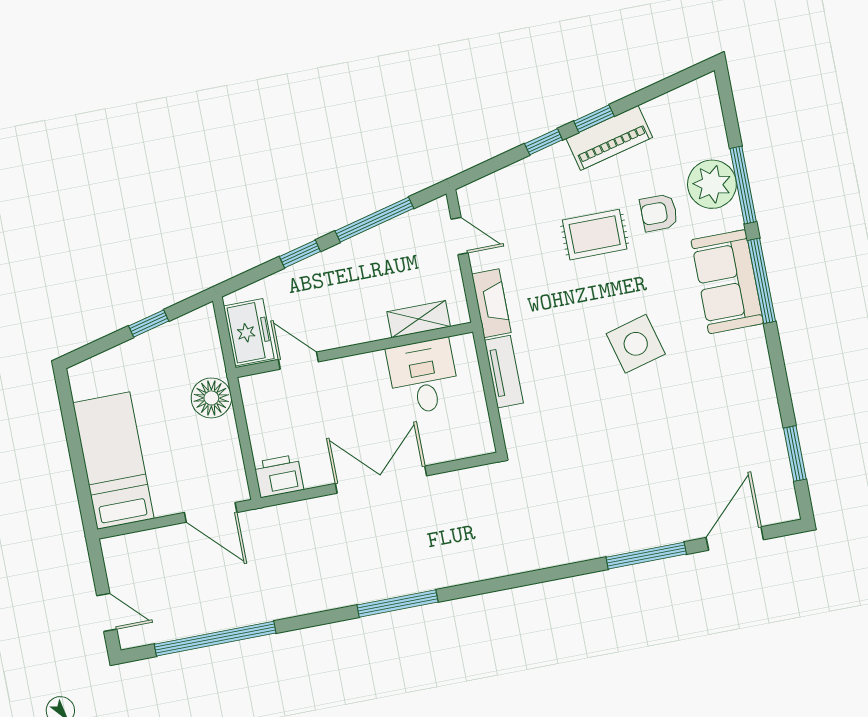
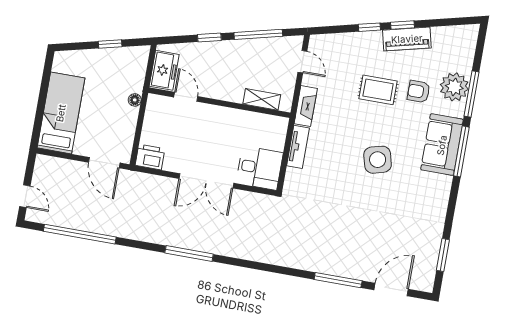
desk: (423, 377) -> (259, 168), moved, turned 90
floor lamp: (211, 398) -> (135, 100), width x0.53, depth x0.53
double door: (381, 480) -> (206, 181), swing flipped

